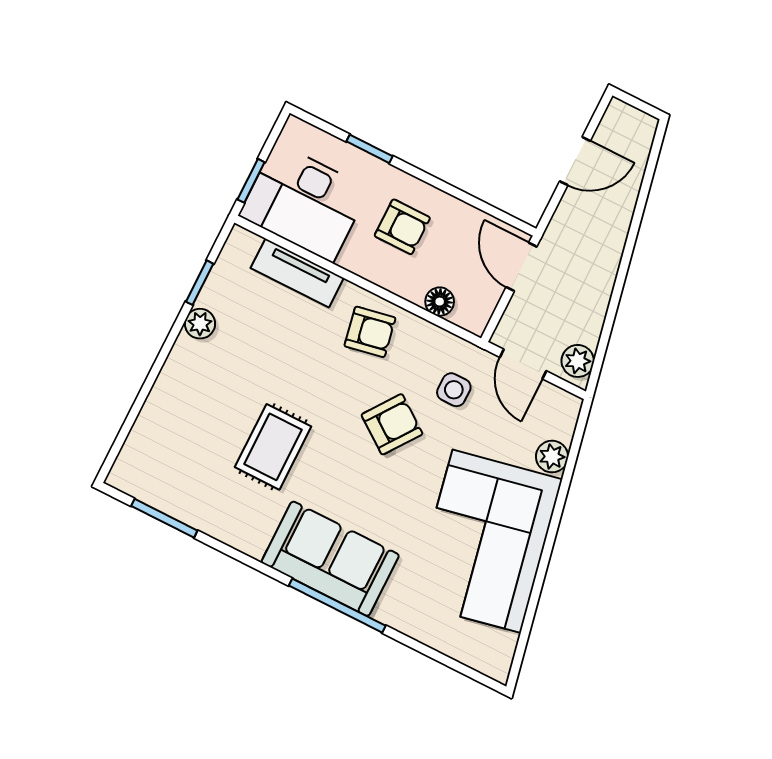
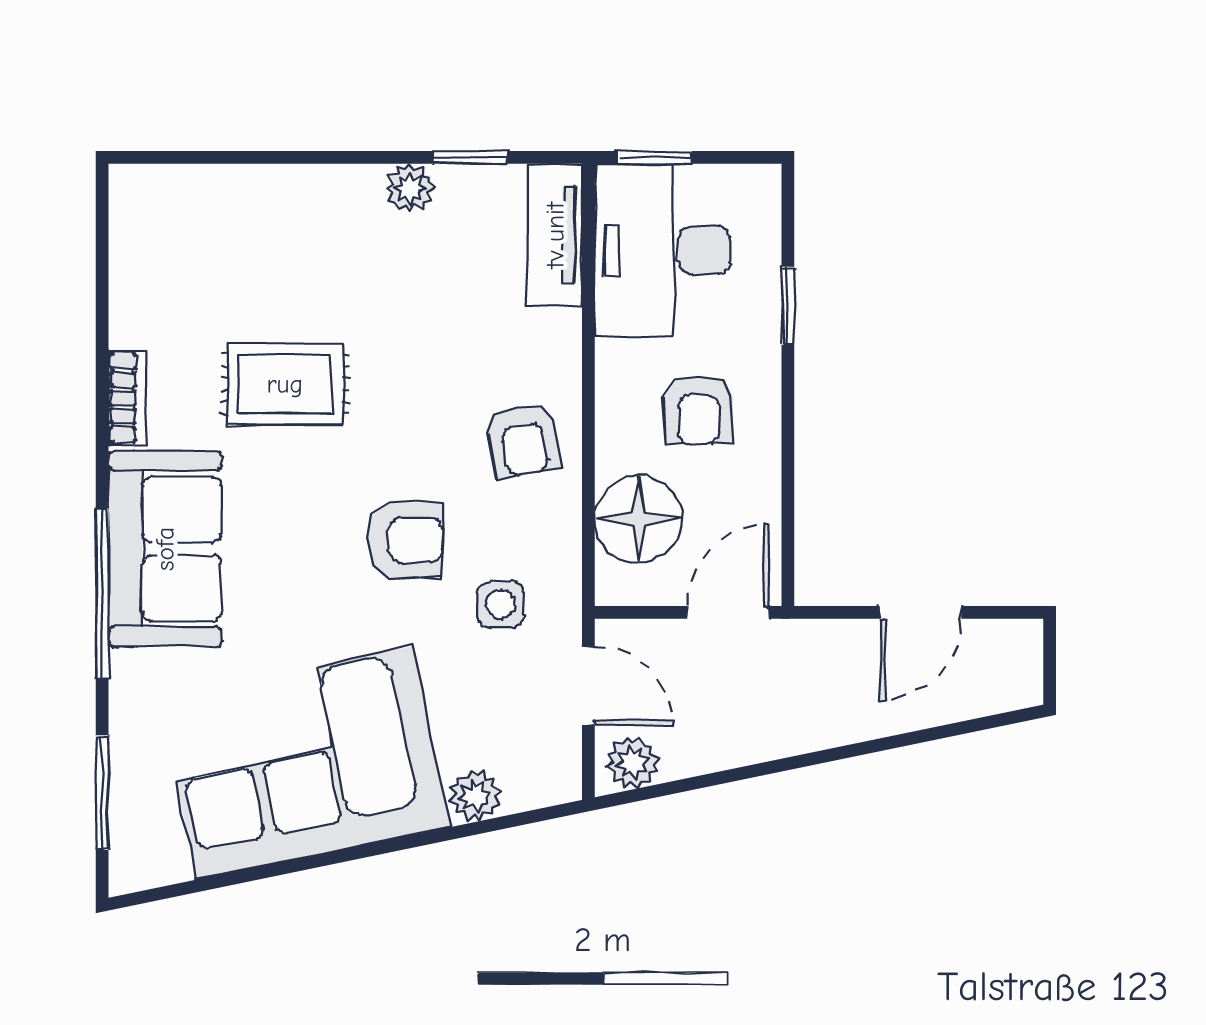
door: (575, 161) -> (921, 612), hinge flipped
tv unit: (297, 273) -> (555, 235), moved
floor lamp: (440, 302) -> (638, 519), width x1.89, depth x1.89
door: (523, 364) -> (588, 686), swing flipped
armchair: (392, 424) -> (405, 540), turned -36
window: (164, 518) -> (102, 793), moved
bookcase: (237, 537) -> (128, 398), added

